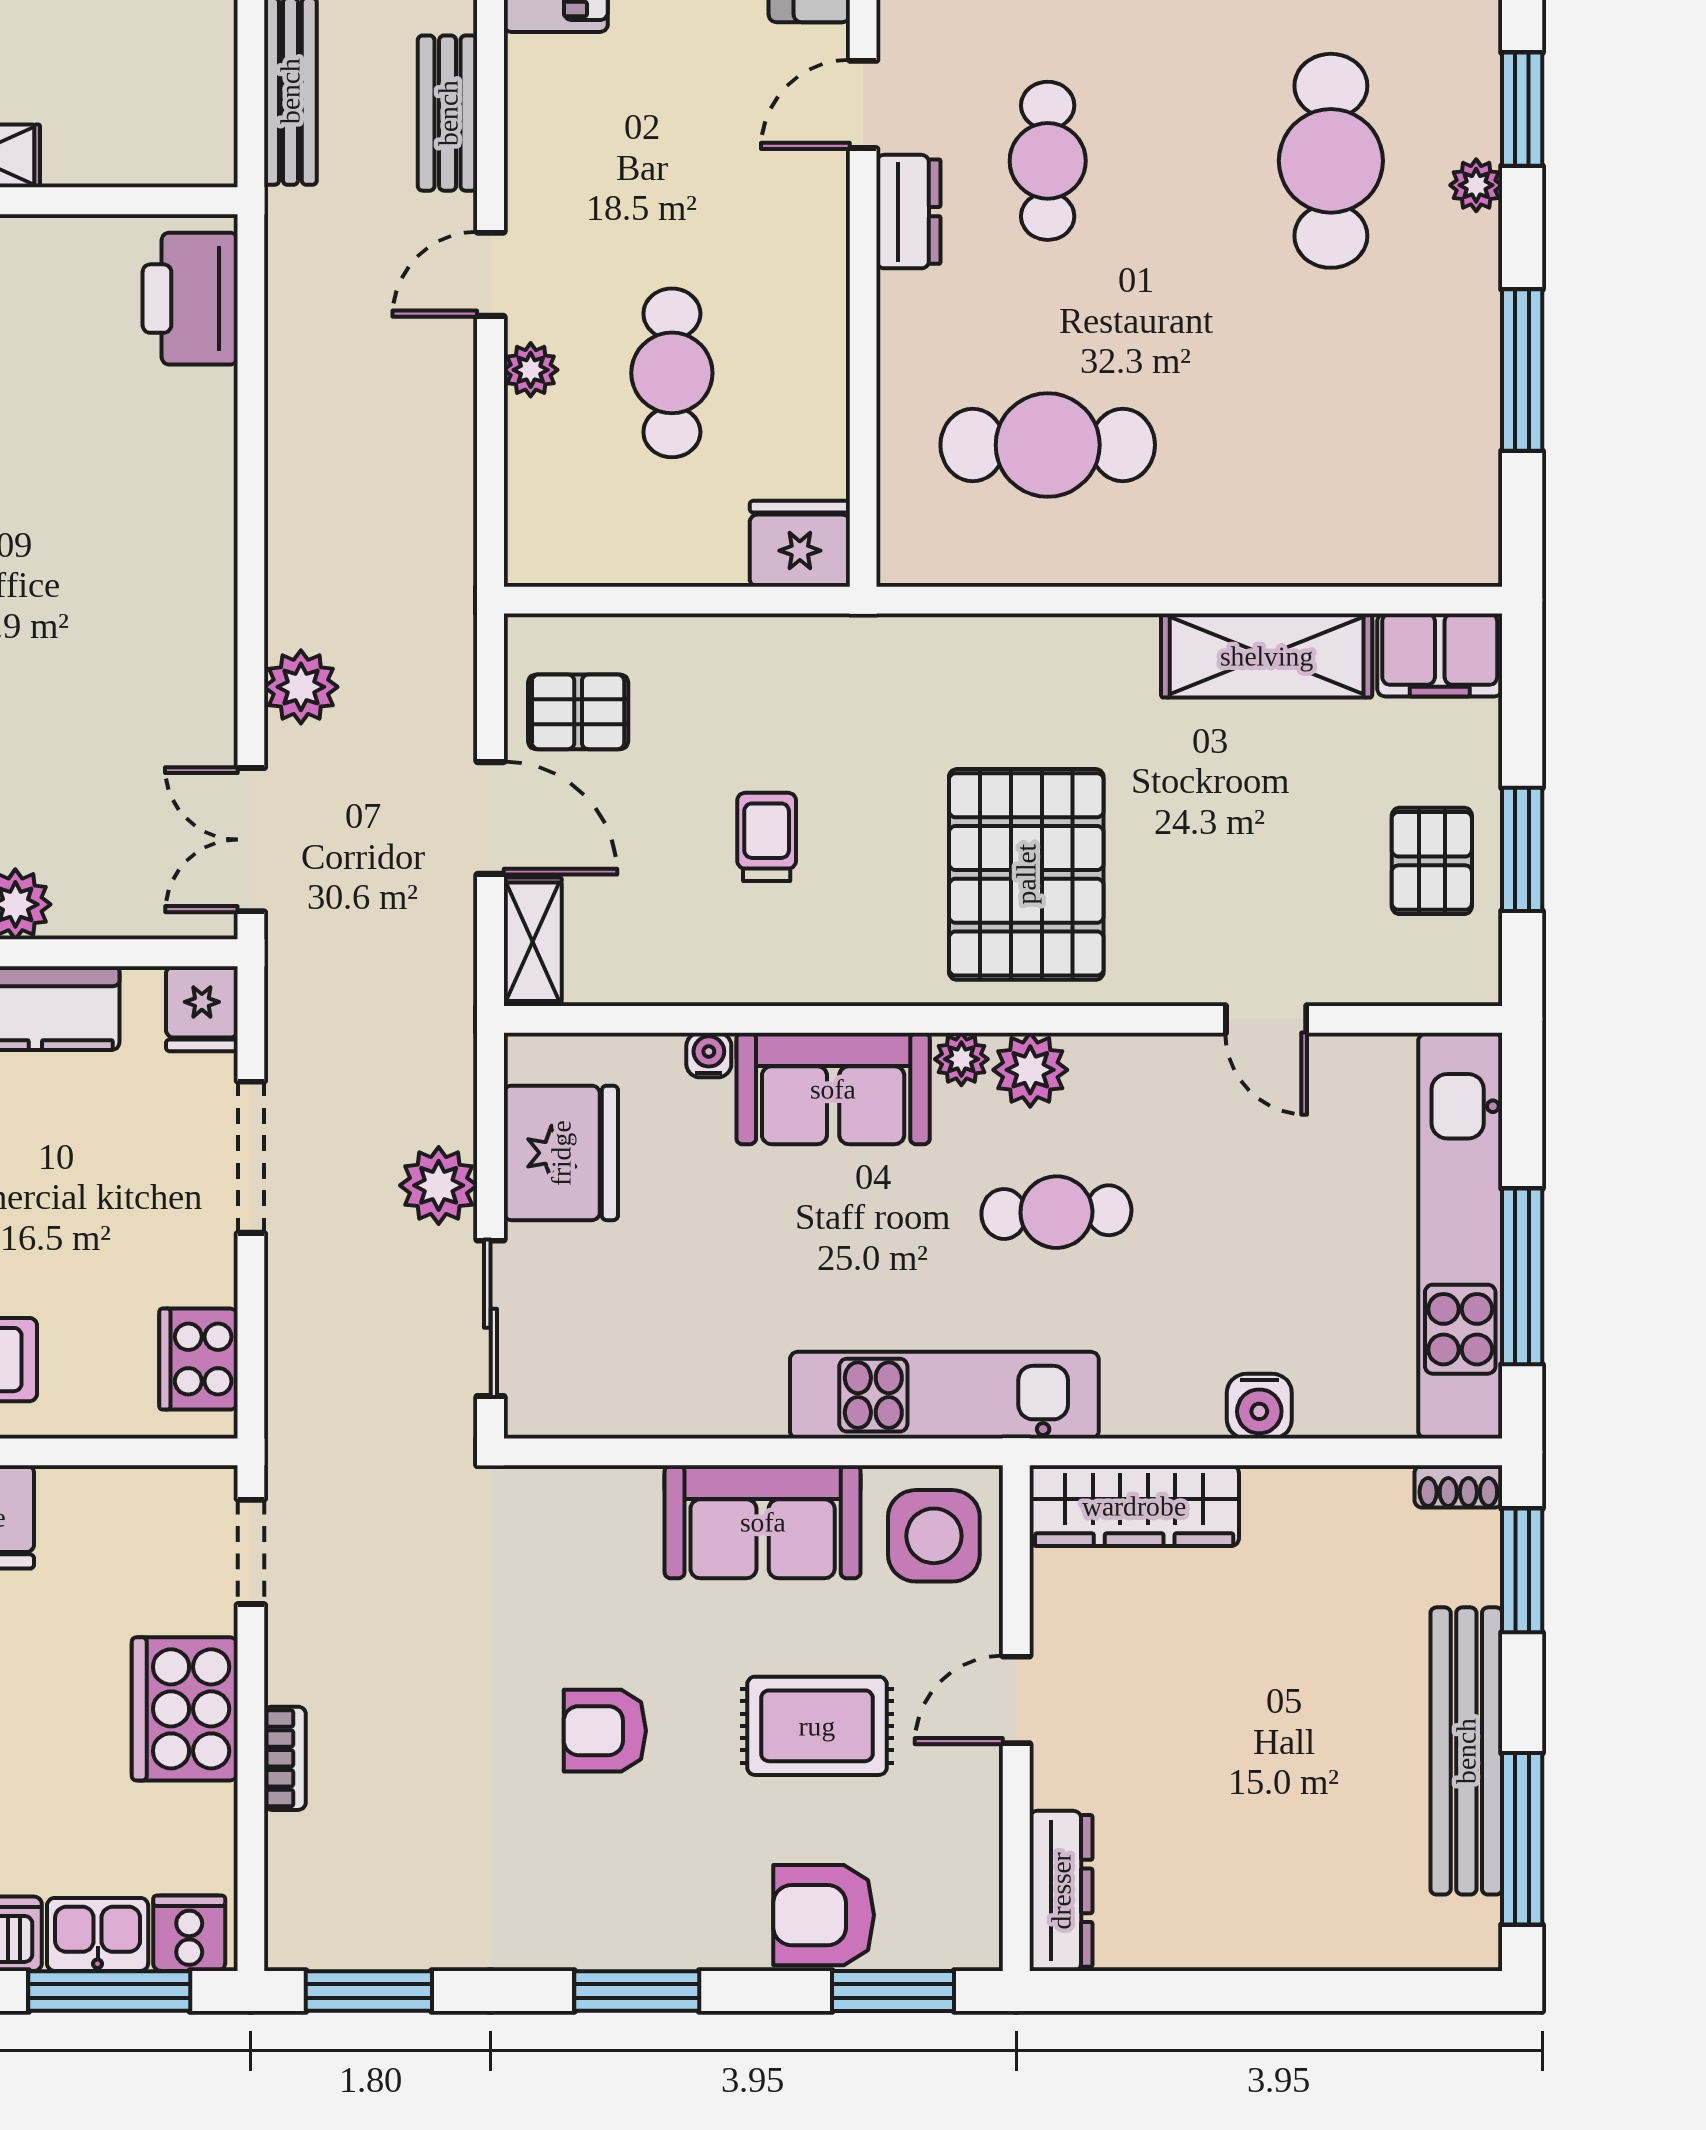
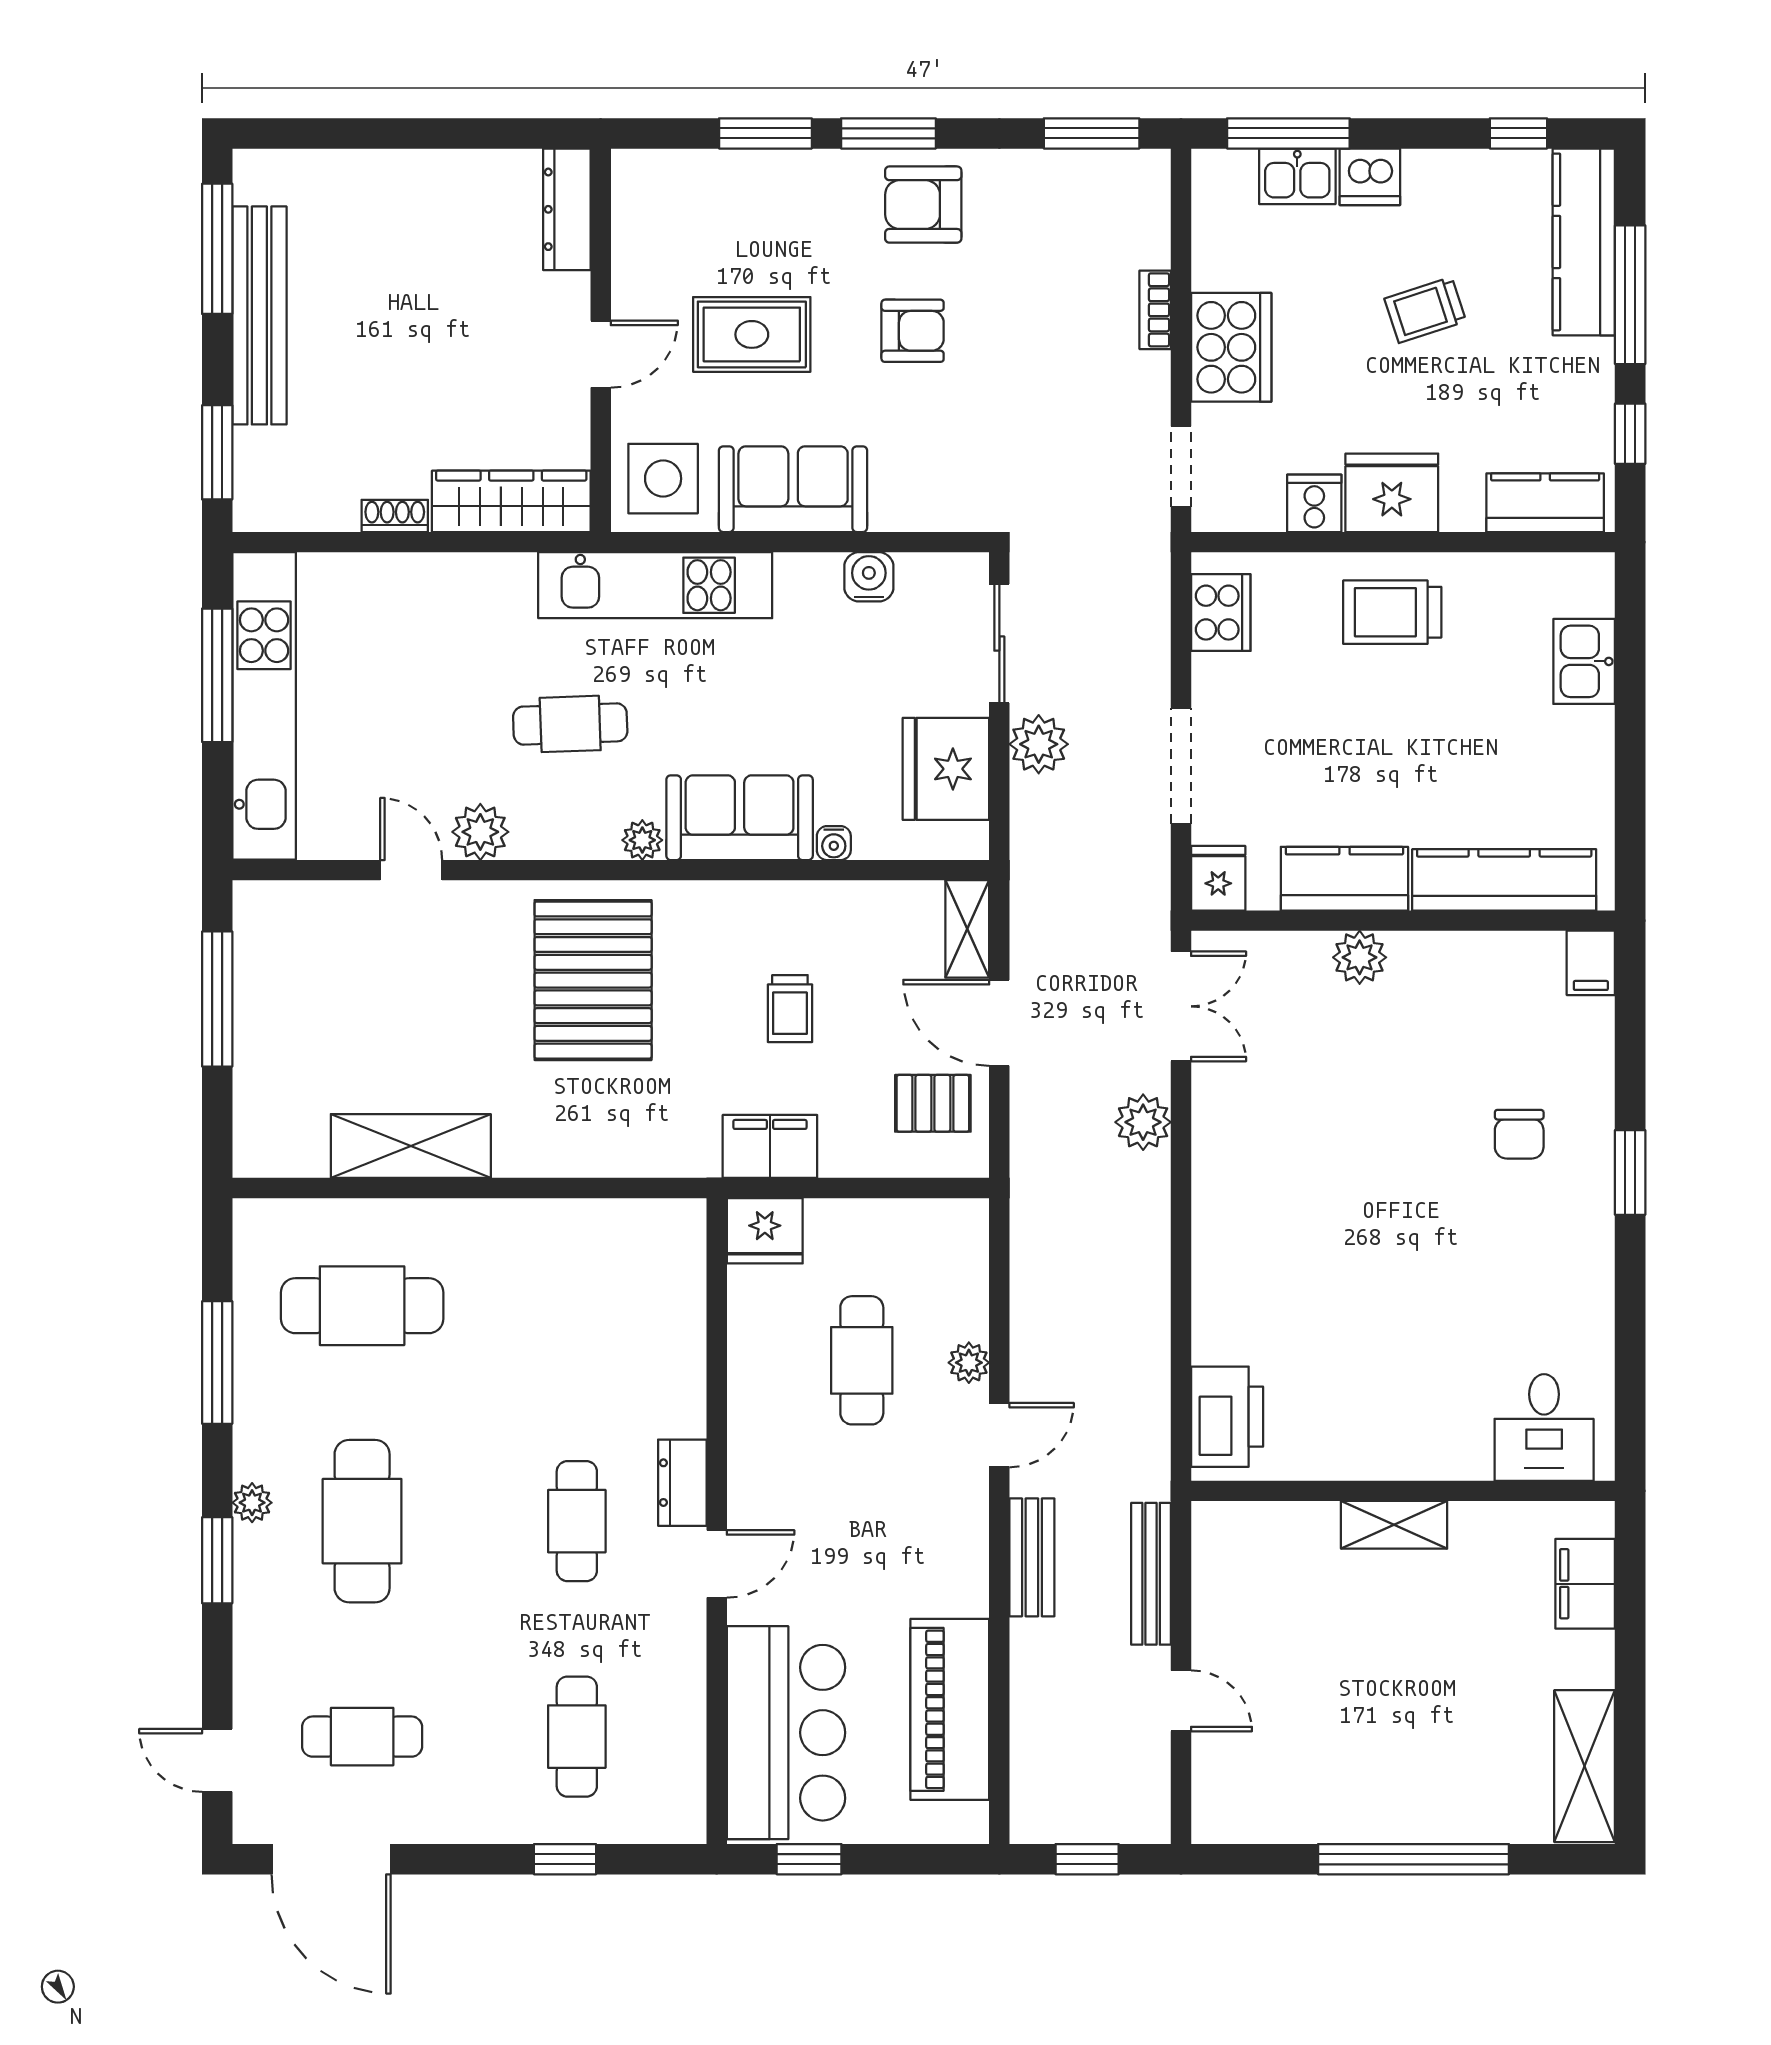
cafe table: (1048, 445) -> (362, 1306), moved
filing cabinet: (1440, 655) -> (770, 1146), moved
window: (1522, 849) -> (217, 999), width x1.44
pallet: (1432, 861) -> (286, 990), removed
plant: (1030, 1070) -> (480, 832), moved
water cooler: (1259, 1406) -> (869, 577), moved
shoe rack: (1458, 1486) -> (395, 516), moved
armchair: (824, 1915) -> (923, 205), moved, turned 180
cooker: (189, 1933) -> (1314, 503), moved, turned 180
window: (893, 1991) -> (765, 133), moved

